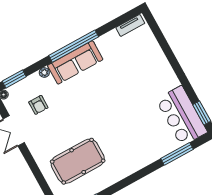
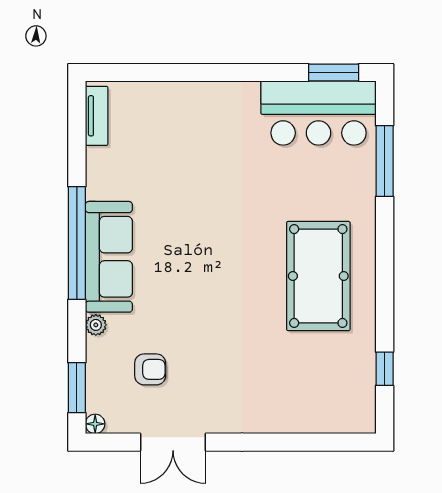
pool table: (78, 161) -> (318, 276), moved

